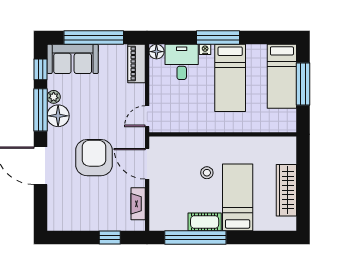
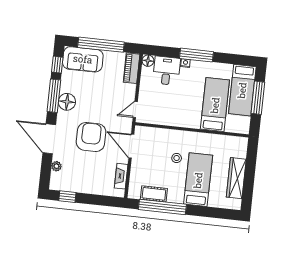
bed: (230, 78) -> (215, 105), moved, turned 180
plant: (54, 97) -> (56, 166), moved
cot: (205, 222) -> (154, 194), moved
window: (110, 238) -> (67, 197), moved

